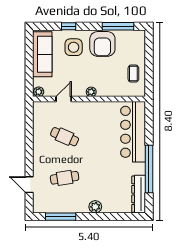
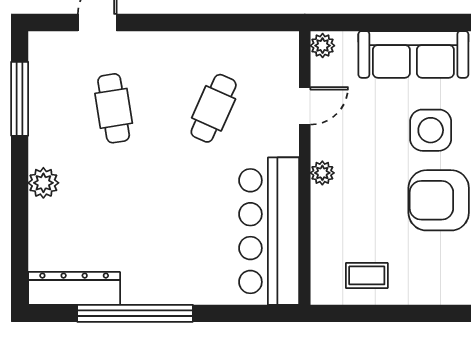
door: (64, 99) -> (305, 106), hinge flipped
bar counter: (133, 132) -> (269, 231), moved, turned -90

